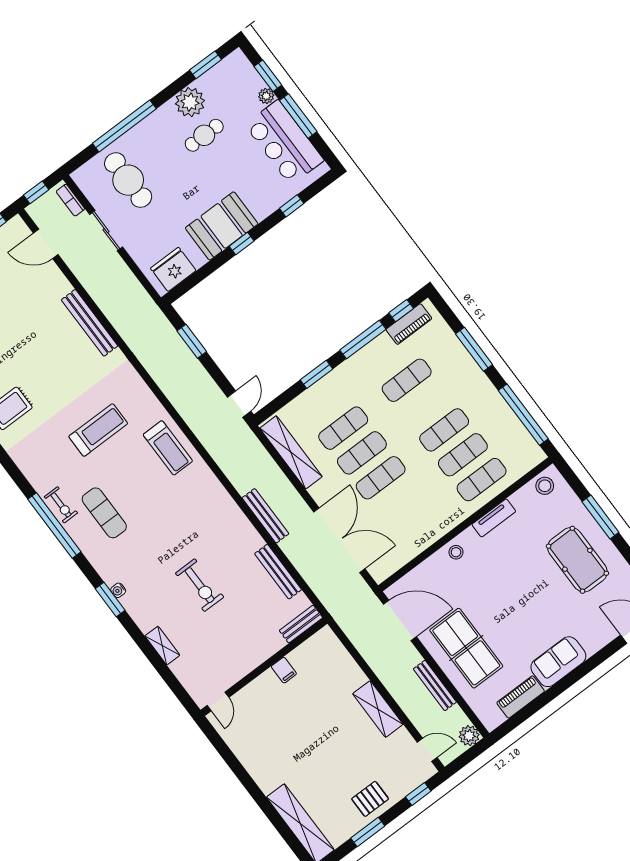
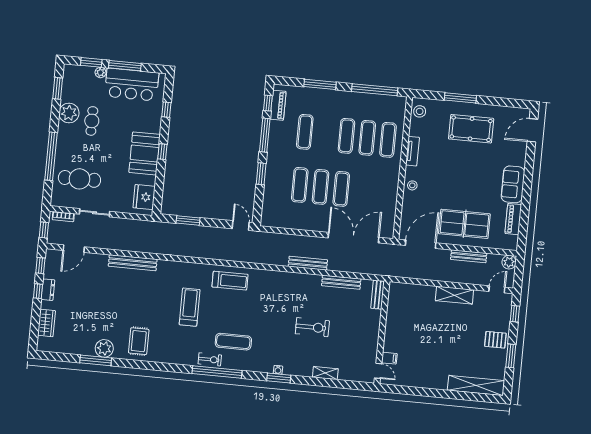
shelving: (291, 452) -> (288, 222), removed
filing cabinet: (284, 670) -> (389, 358), moved
pallet: (370, 799) -> (495, 340), turned 90

